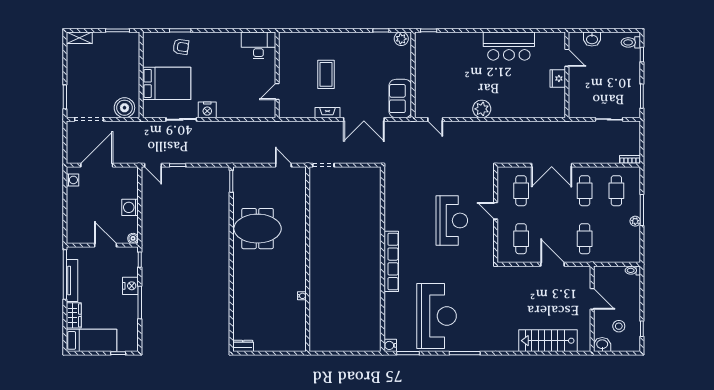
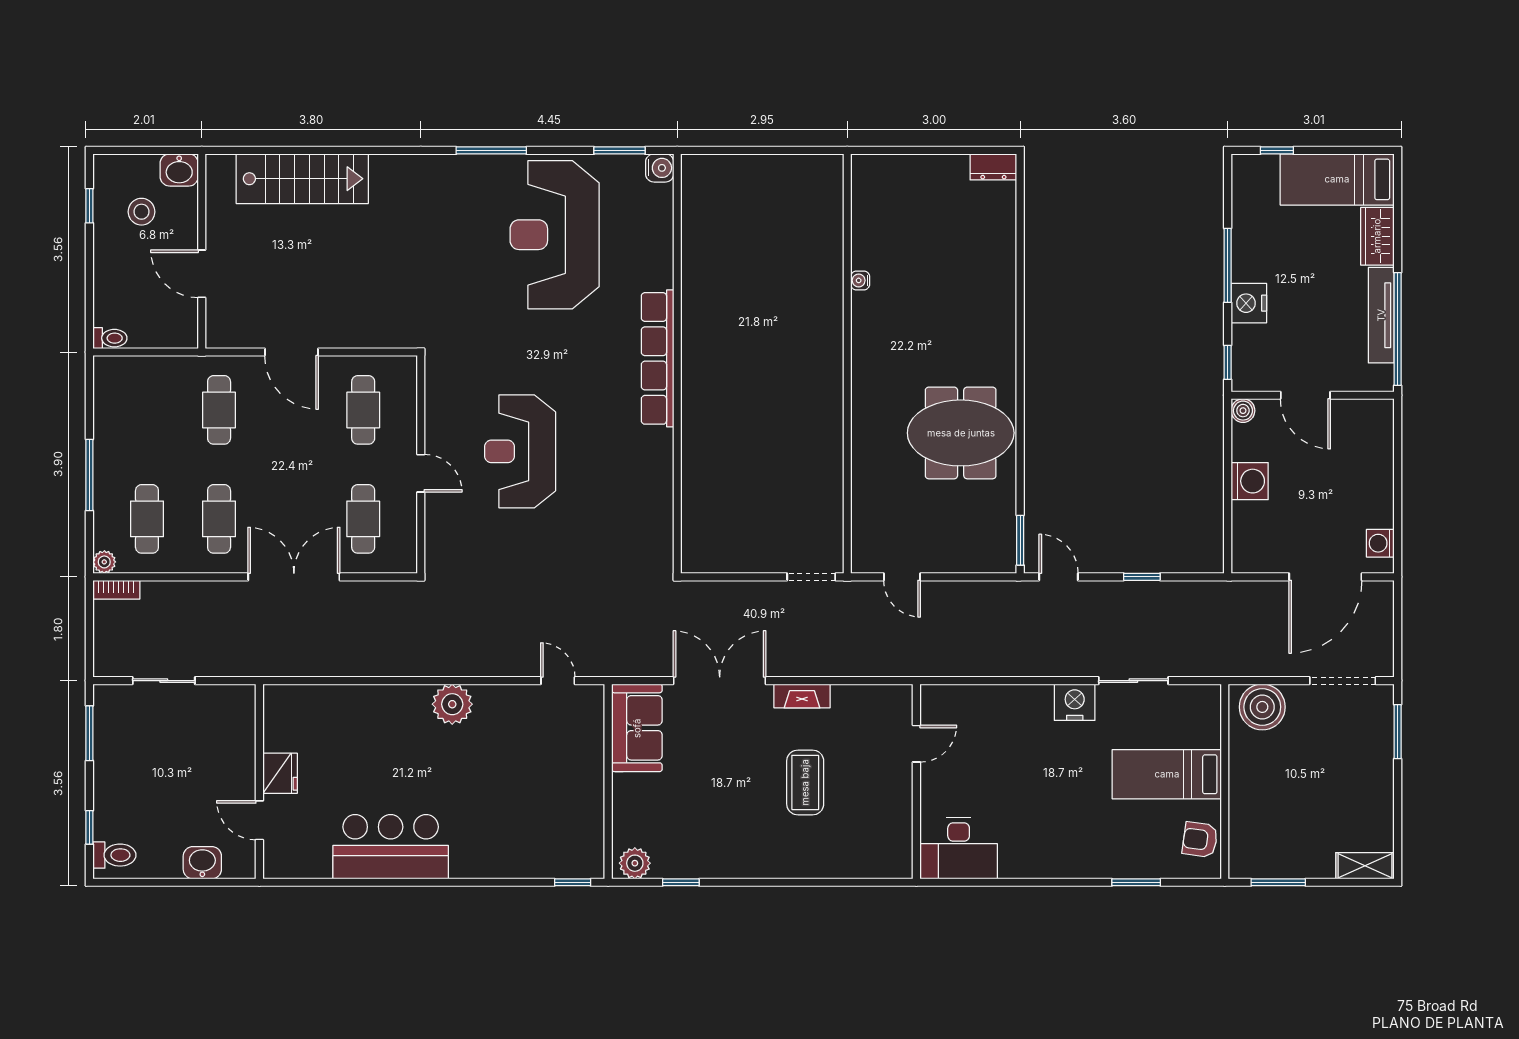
armchair: (181, 47) -> (1200, 840), moved
bed: (167, 83) -> (1167, 774), width x0.67
door: (153, 165) -> (1059, 577), moved
plant: (635, 221) -> (104, 562), moved

